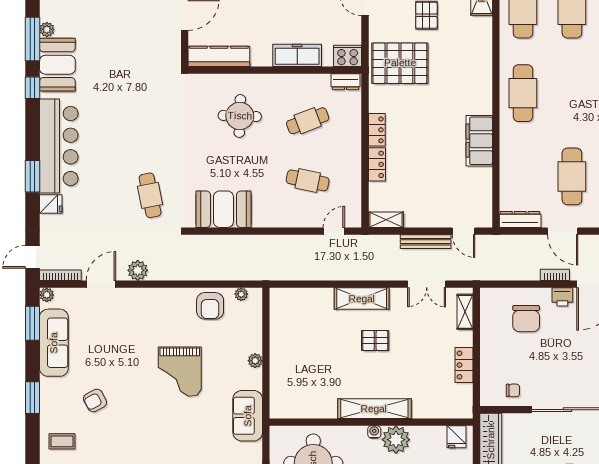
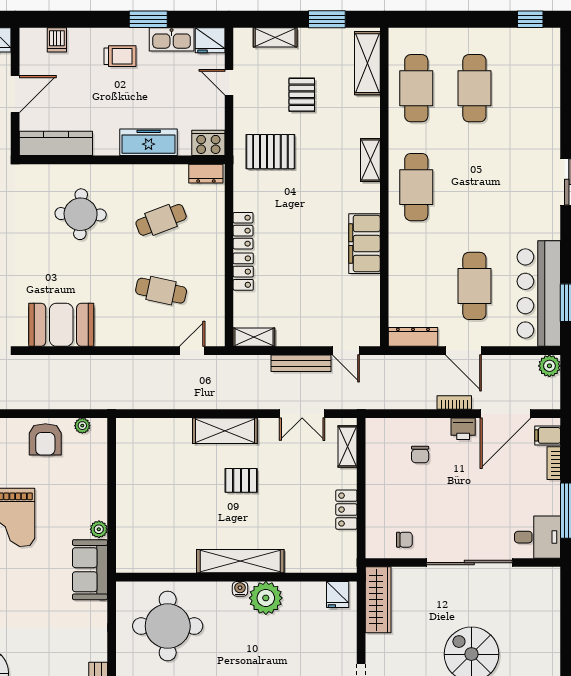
pallet: (400, 63) -> (270, 152), width x0.73, depth x0.71
shelving: (484, 70) -> (370, 160), added
chair: (526, 319) -> (420, 454), width x0.54, depth x0.54
plant: (255, 361) -> (99, 529), moved

